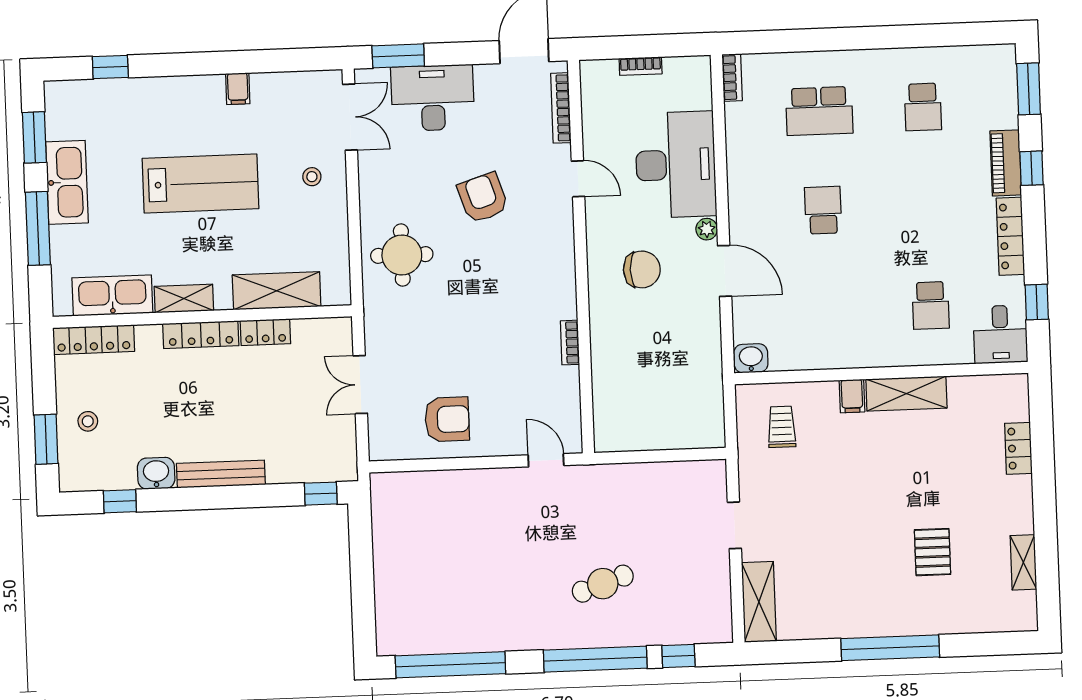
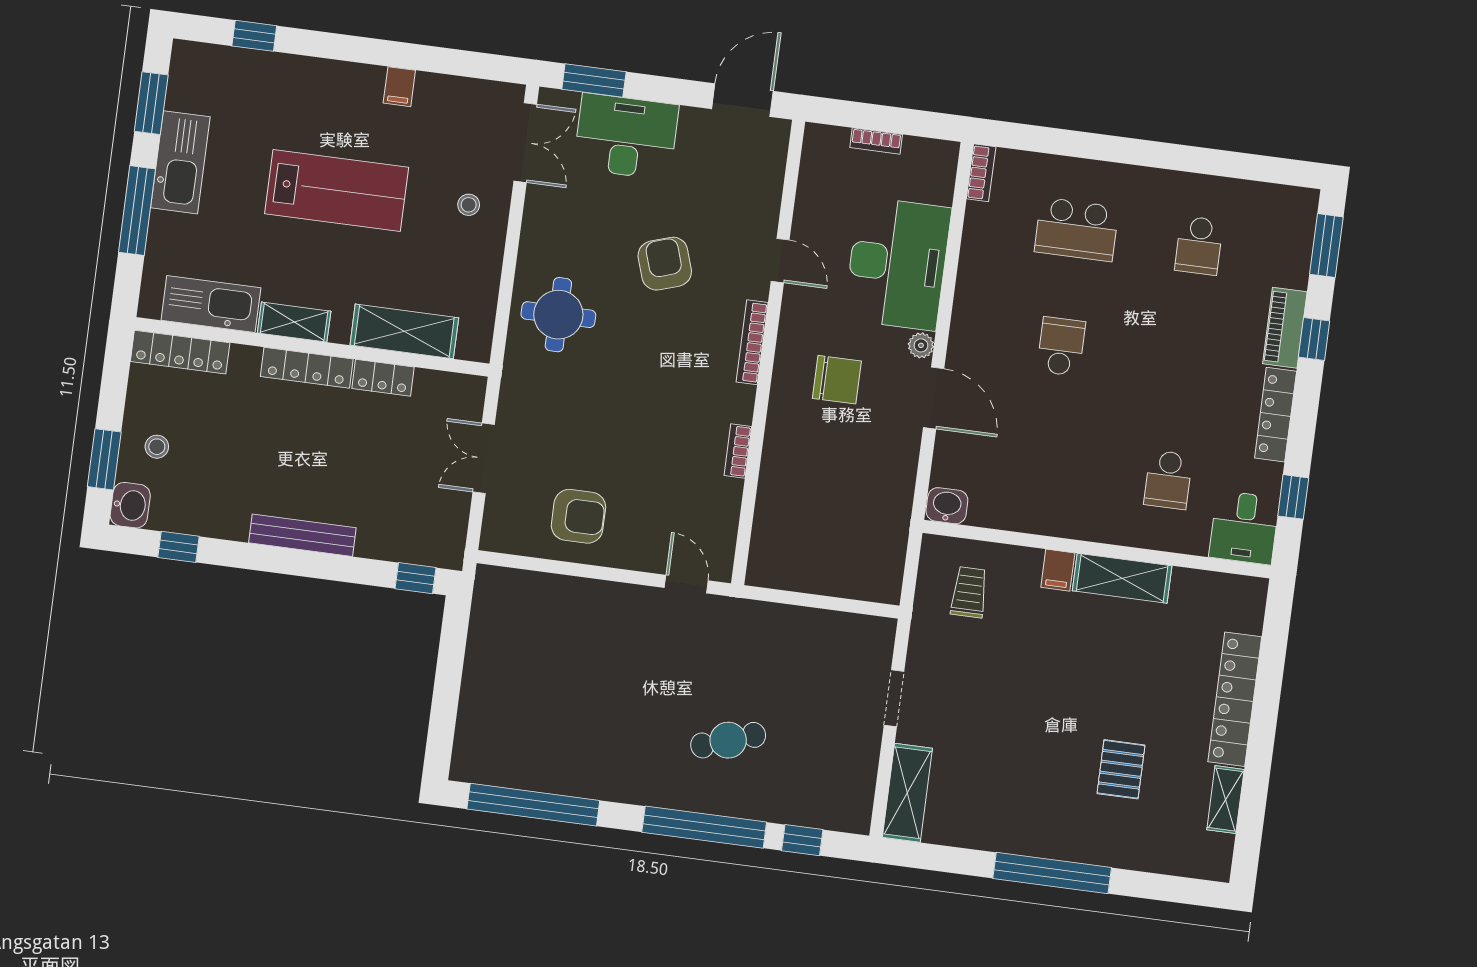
bookcase: (561, 108) -> (752, 342), moved
locker: (1018, 448) -> (1235, 699), width x2.16, depth x1.21
washbasin: (156, 473) -> (130, 505), moved, turned 90

